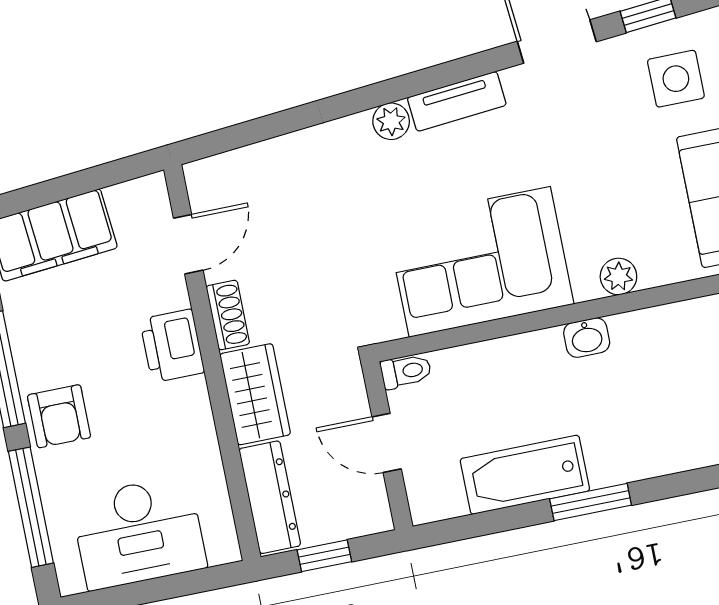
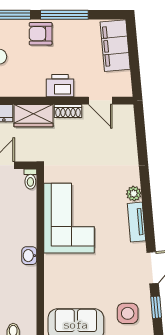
plant: (618, 276) -> (52, 274), removed

